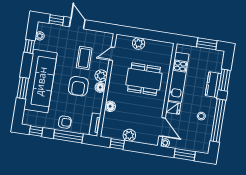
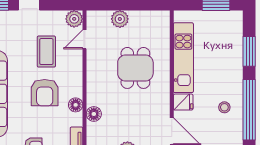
plant: (101, 76) -> (74, 19), moved
dining table: (144, 79) -> (135, 68), width x0.73
kitchen counter: (213, 85) -> (234, 60), removed
floor lamp: (100, 87) -> (76, 105), moved

